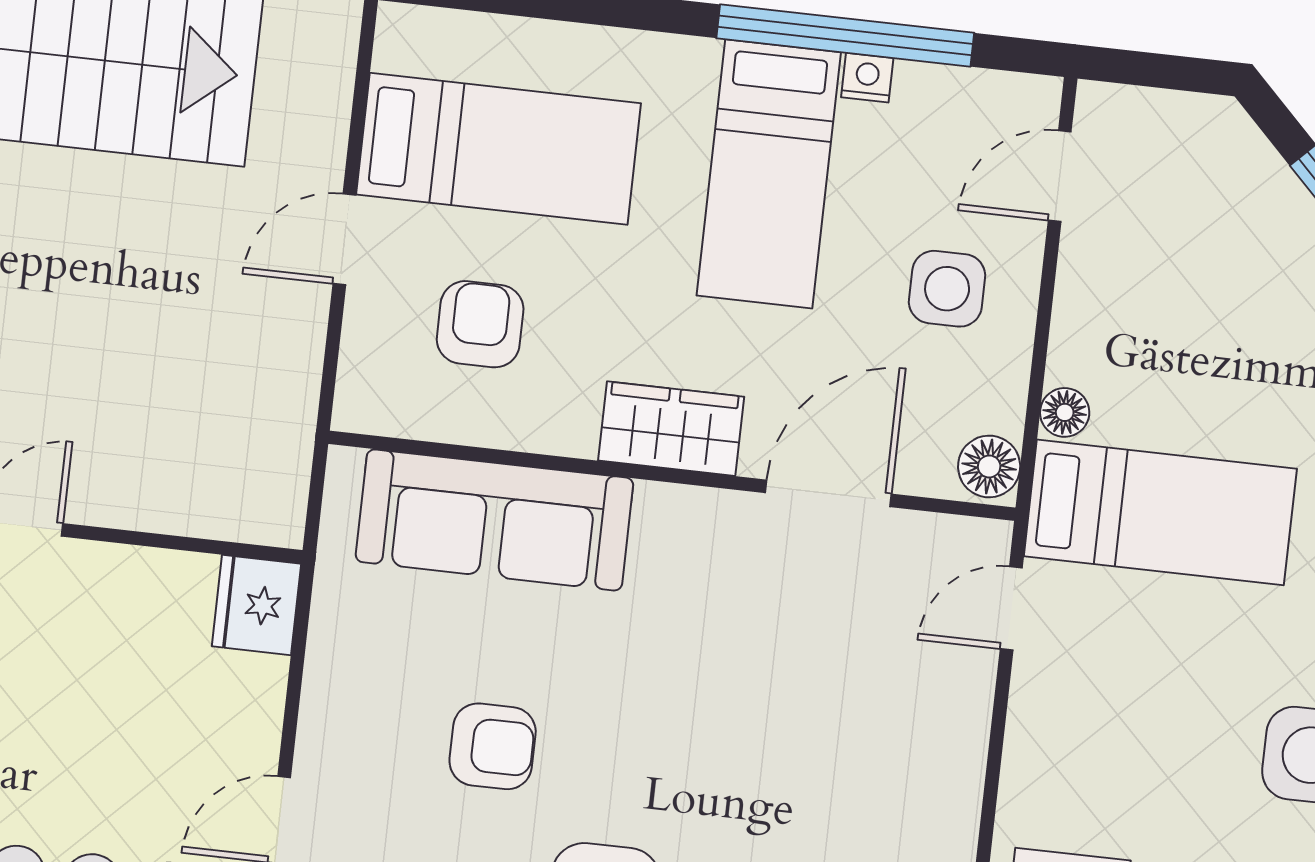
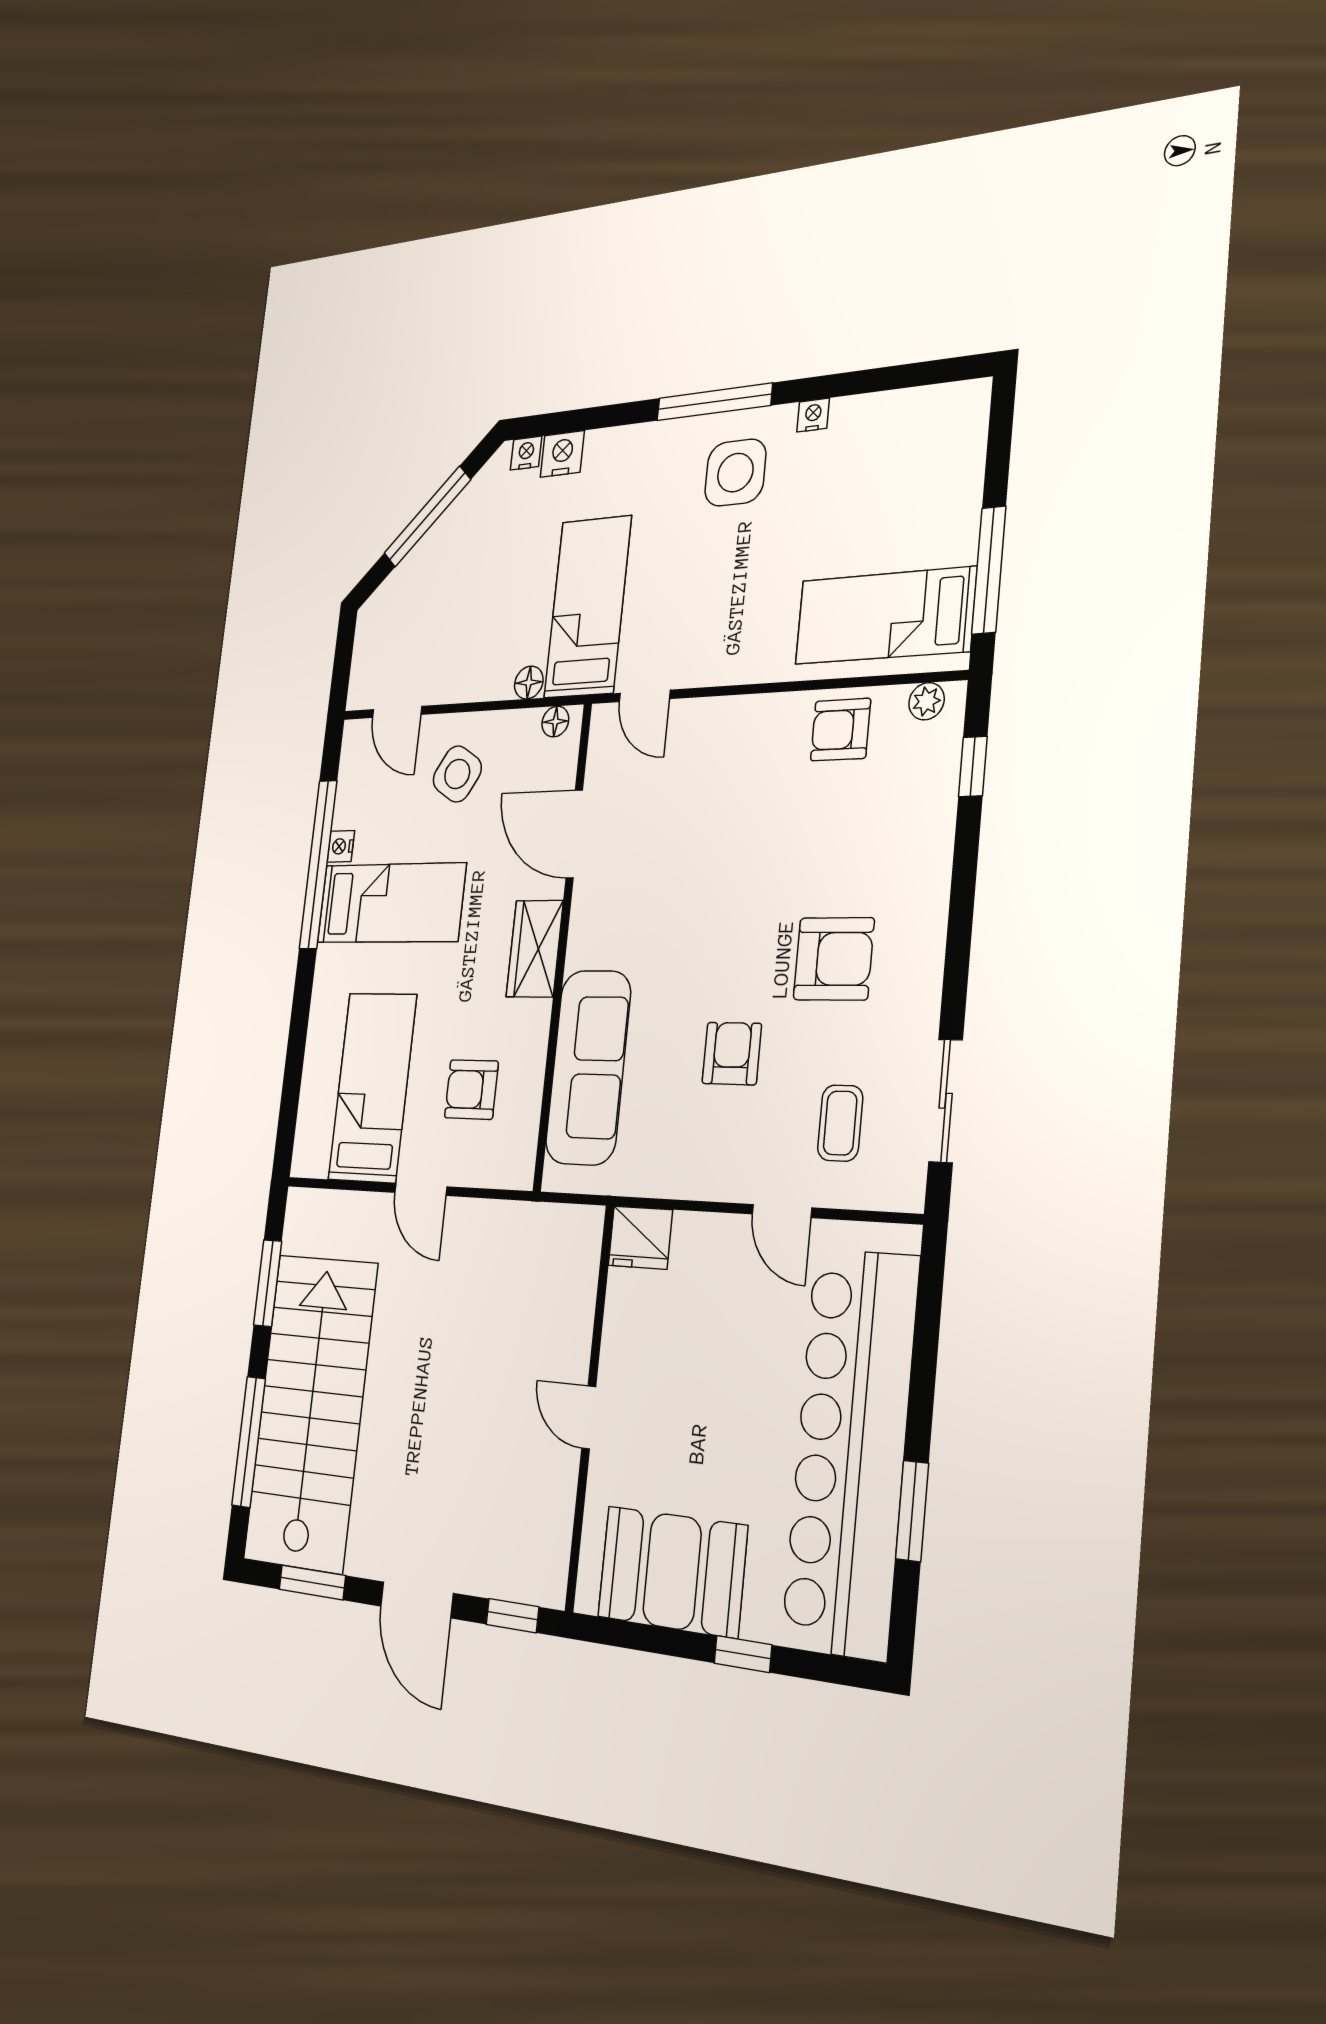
side table: (947, 289) -> (457, 774), turned 32
floor lamp: (989, 466) -> (555, 722), width x0.73, depth x0.73

